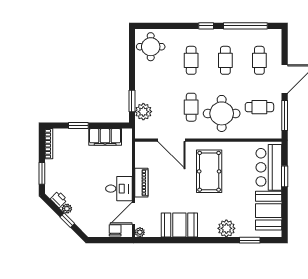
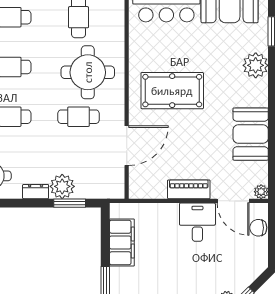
dresser: (140, 78) -> (36, 192), added
plant: (143, 112) -> (62, 186), moved

